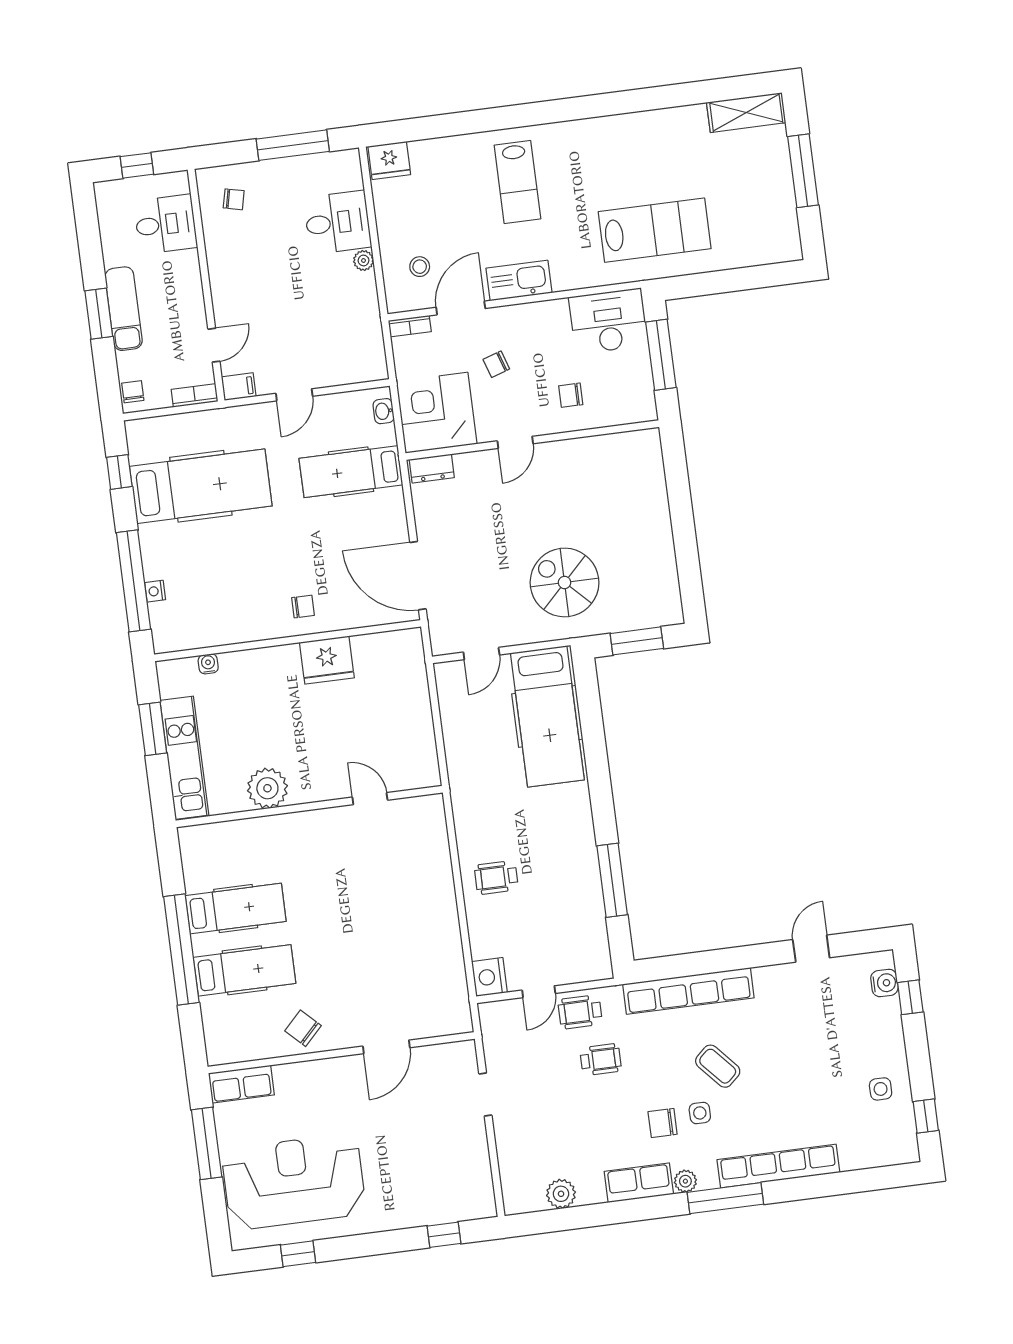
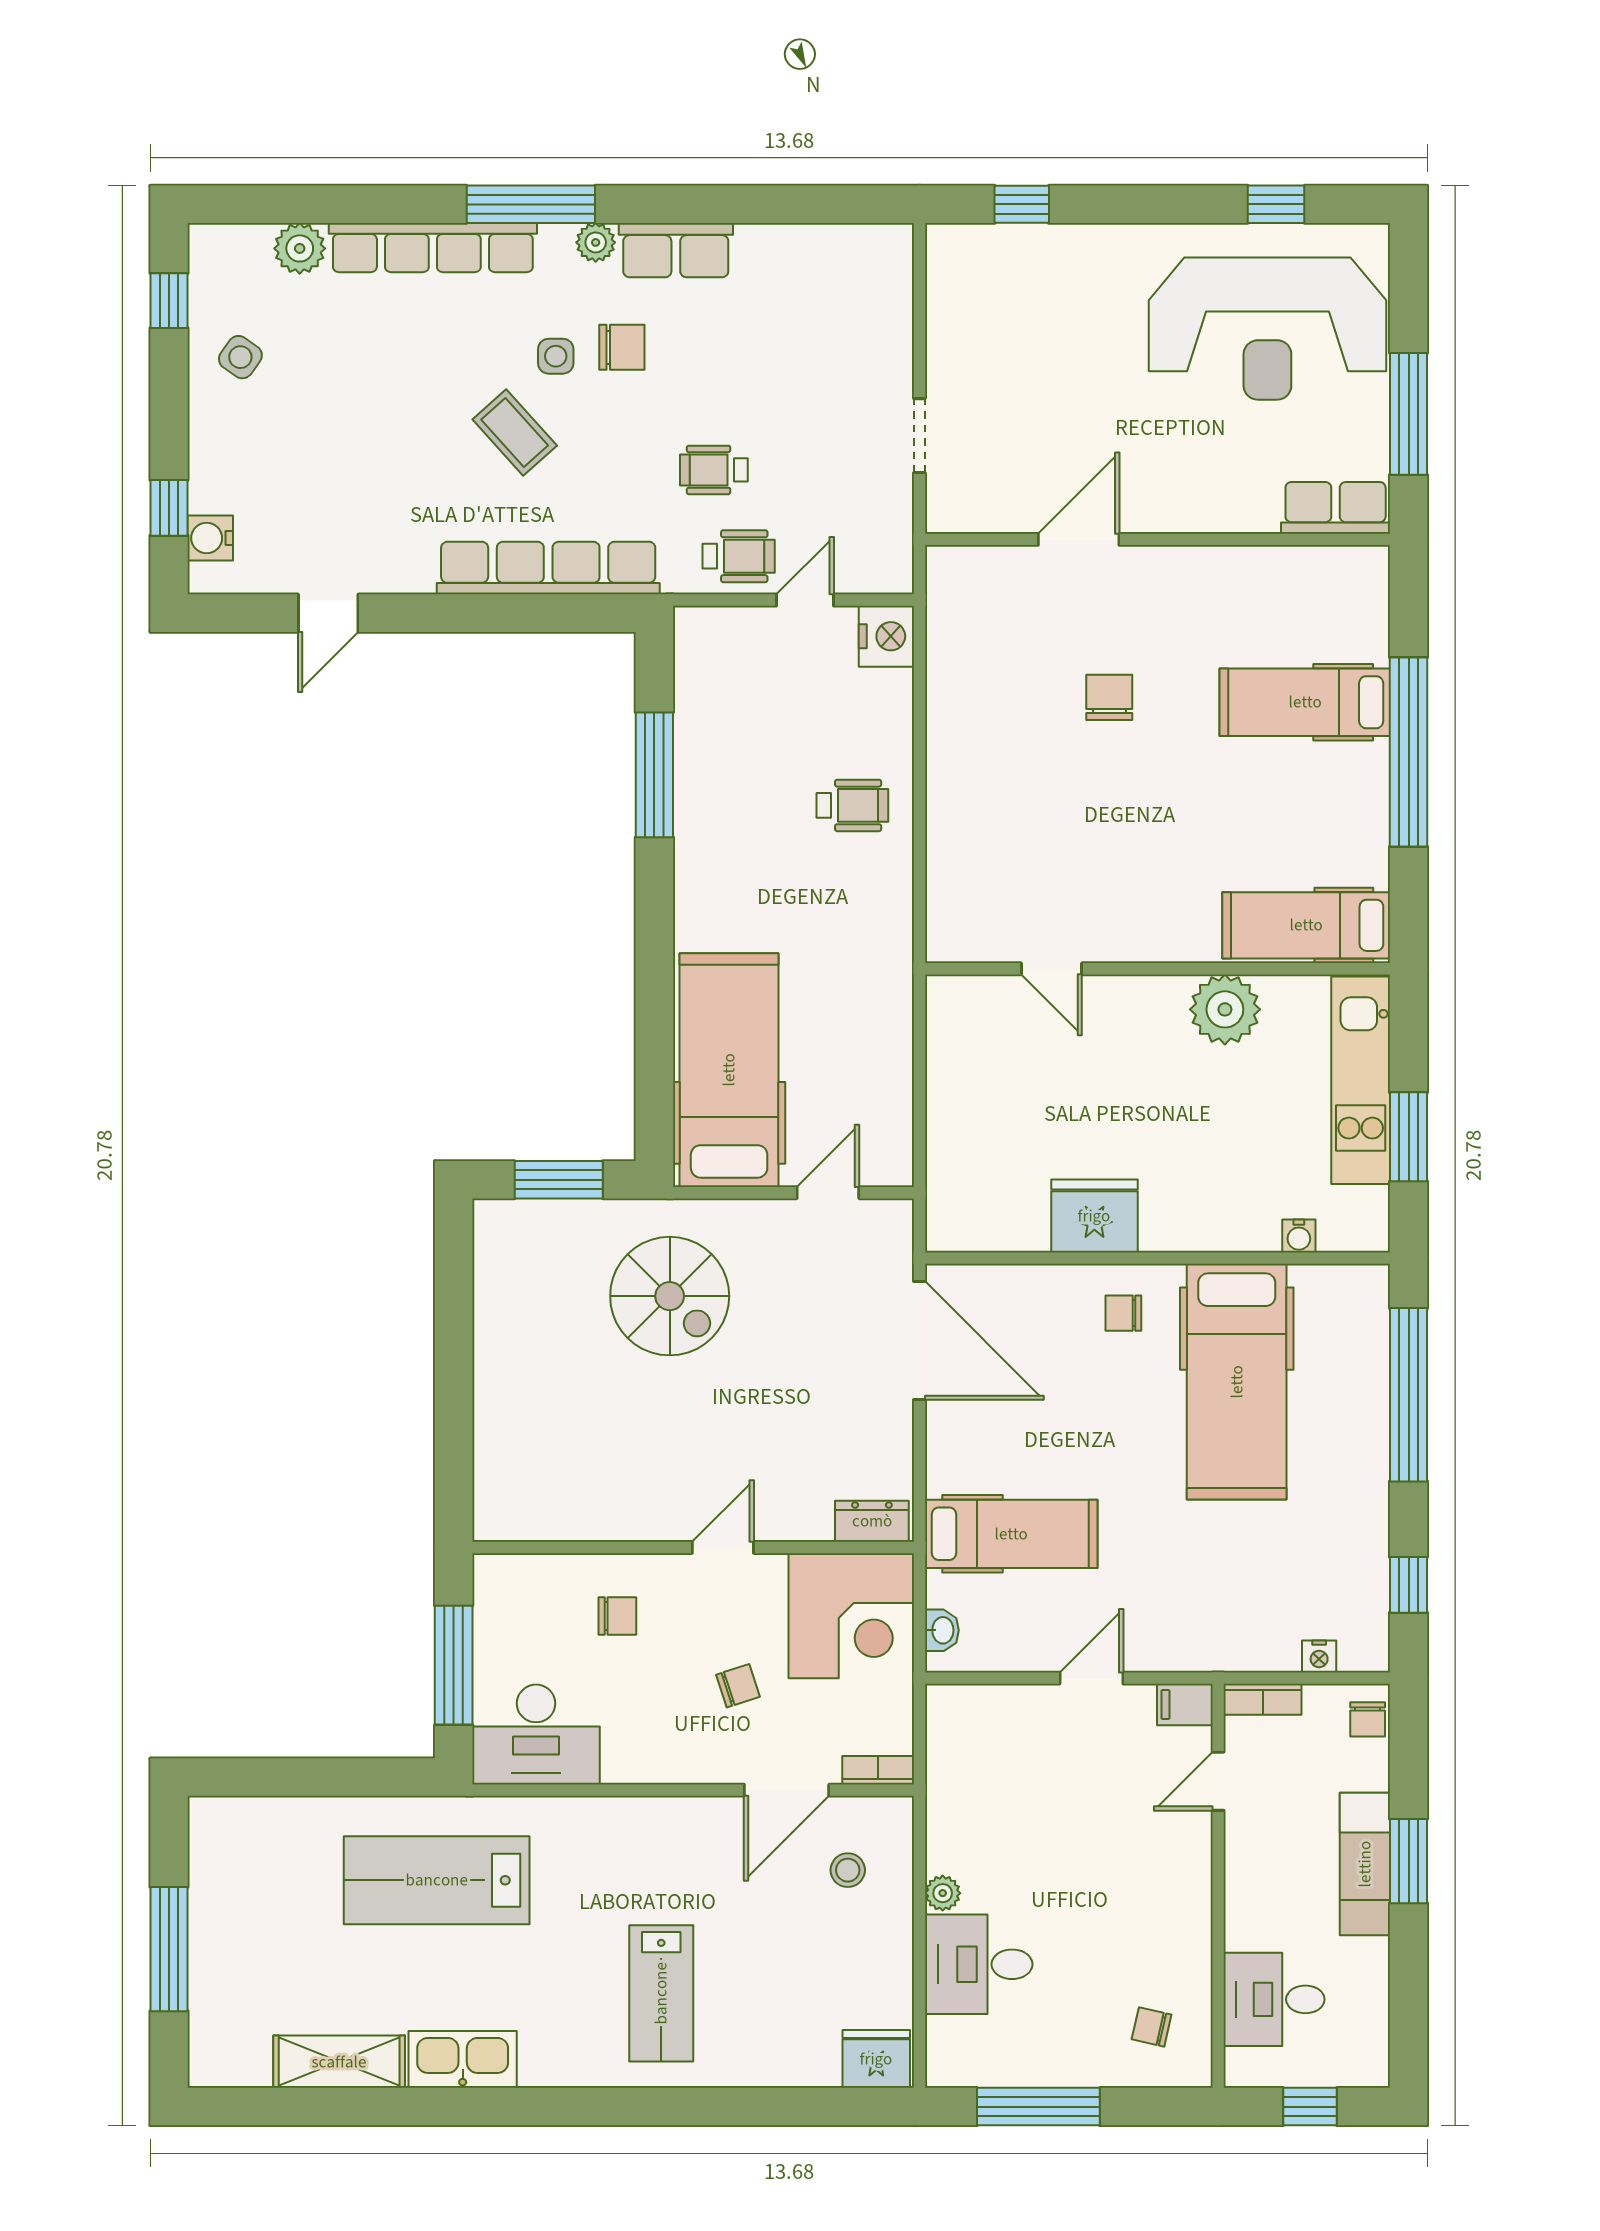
shelving: (746, 113) -> (339, 2062), moved
lab bench: (517, 182) -> (661, 1993), turned 180
kitchen sink: (519, 280) -> (463, 2059), moved, turned 180
hospital bed: (201, 486) -> (1237, 1382), moved, turned -90
nightstand: (155, 591) -> (1319, 1656), moved, turned 90
hospital bed: (236, 909) -> (1306, 925), moved
chair: (303, 1028) -> (1109, 697), moved, turned -134
side table: (881, 1089) -> (240, 357), turned 35
plant: (561, 1194) -> (300, 248), moved

